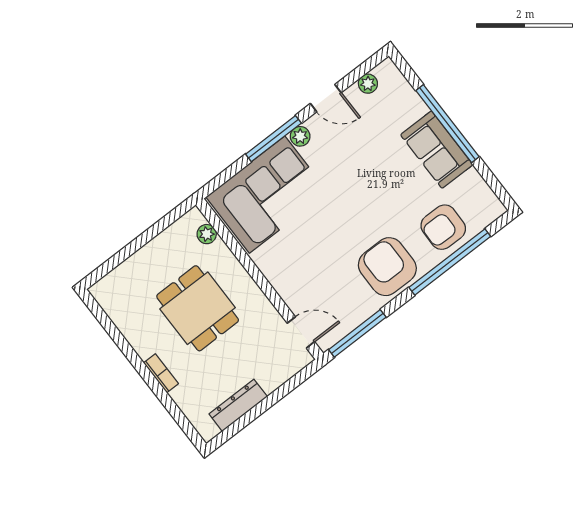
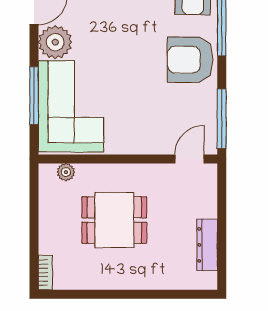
plant: (300, 136) -> (55, 42), width x1.88, depth x1.88
window: (273, 139) -> (34, 96), moved
bookcase: (161, 373) -> (45, 272), moved, turned 90

